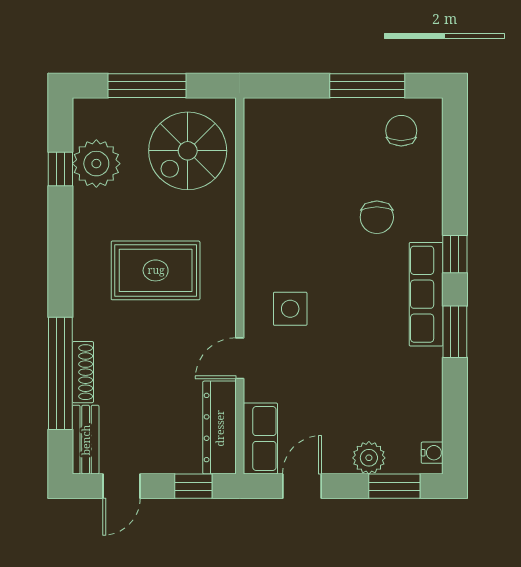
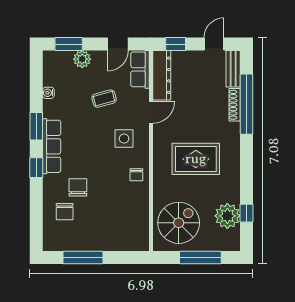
chair: (401, 131) -> (65, 212), moved
chair: (267, 241) -> (136, 175), added
coffee table: (328, 384) -> (104, 99), added
water cooler: (432, 453) -> (48, 93), moved

